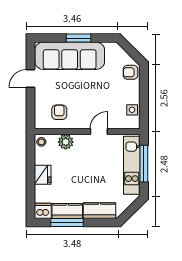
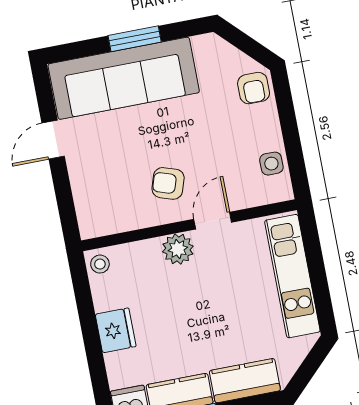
armchair: (130, 72) -> (254, 88), turned -90
armchair: (59, 112) -> (168, 183), moved, turned -72
plant: (66, 142) -> (178, 249), moved
window: (144, 164) -> (316, 268), removed

